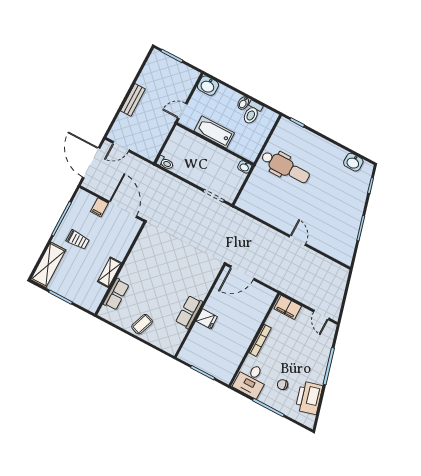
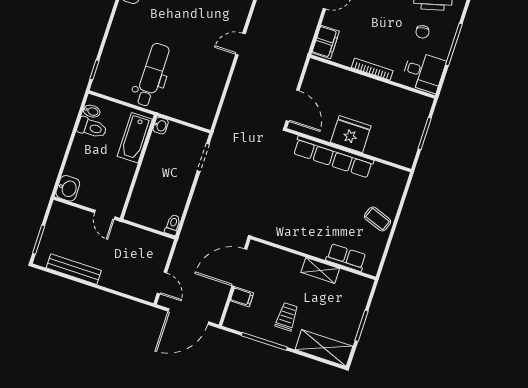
bench: (133, 100) -> (74, 269), moved, width x1.36
bidet: (243, 103) -> (92, 111), moved
bathtub: (214, 132) -> (135, 138), moved
row of seats: (189, 312) -> (333, 157), width x2.02
fridge: (207, 319) -> (351, 134), width x1.88, depth x1.34

